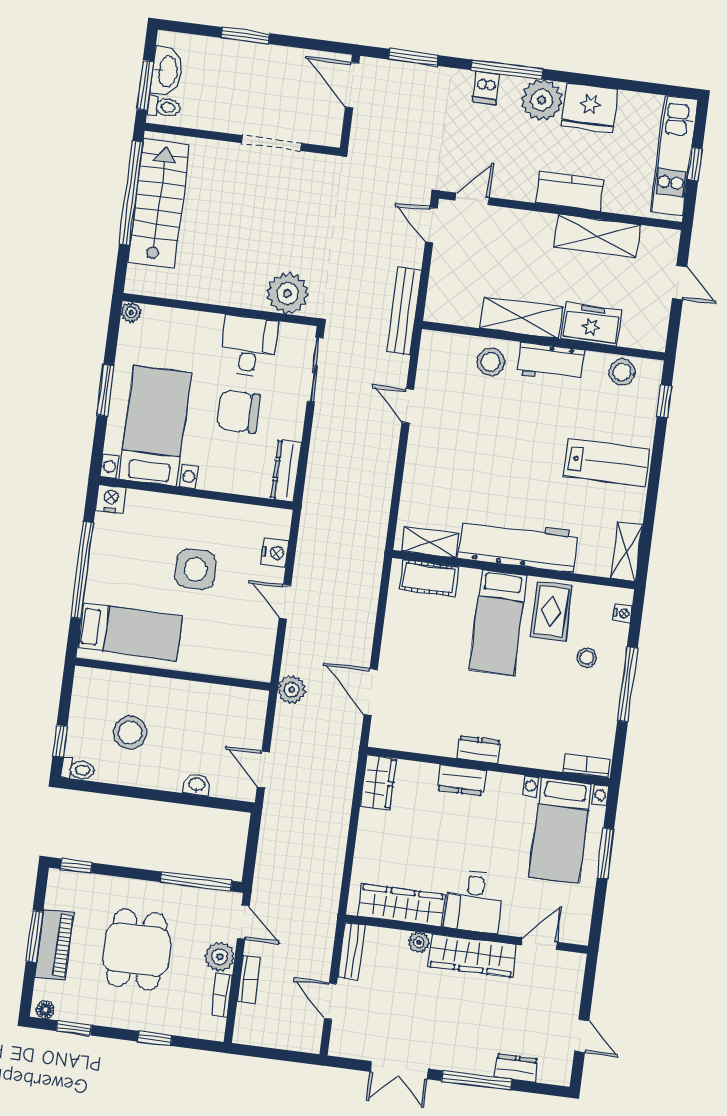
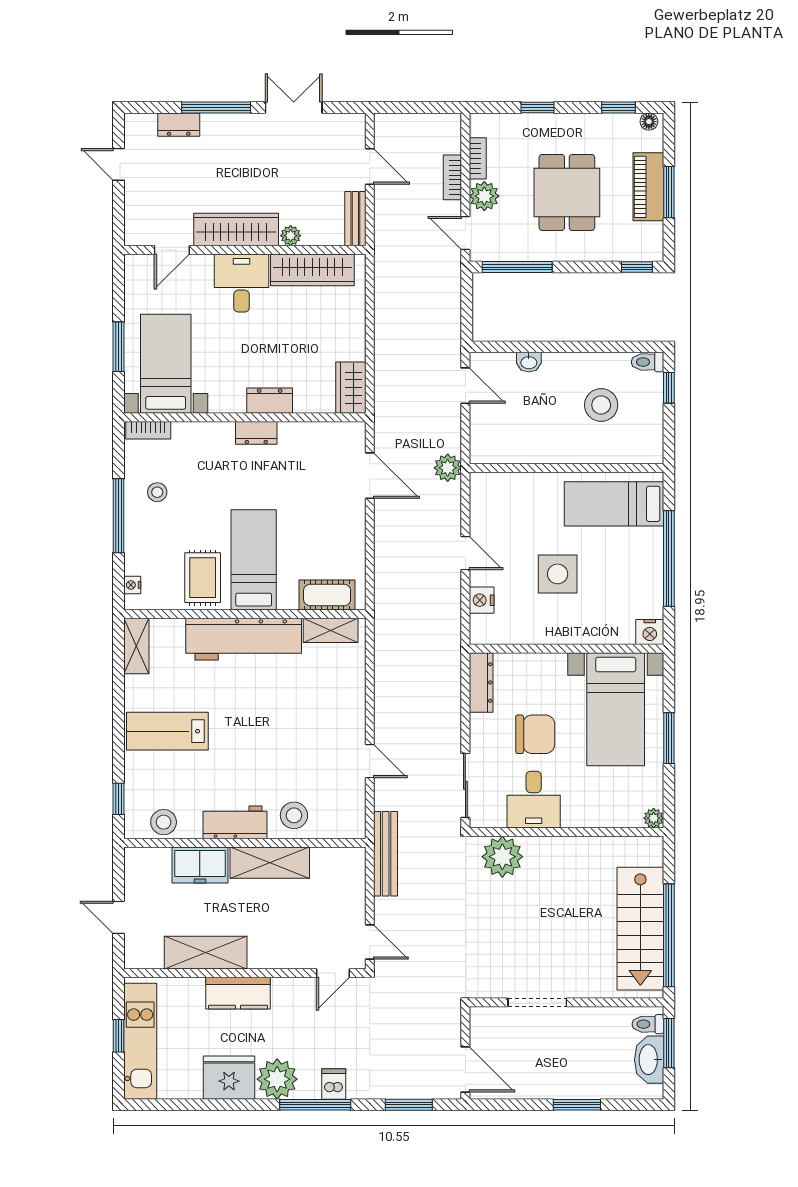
stool: (587, 657) -> (157, 492), moved

